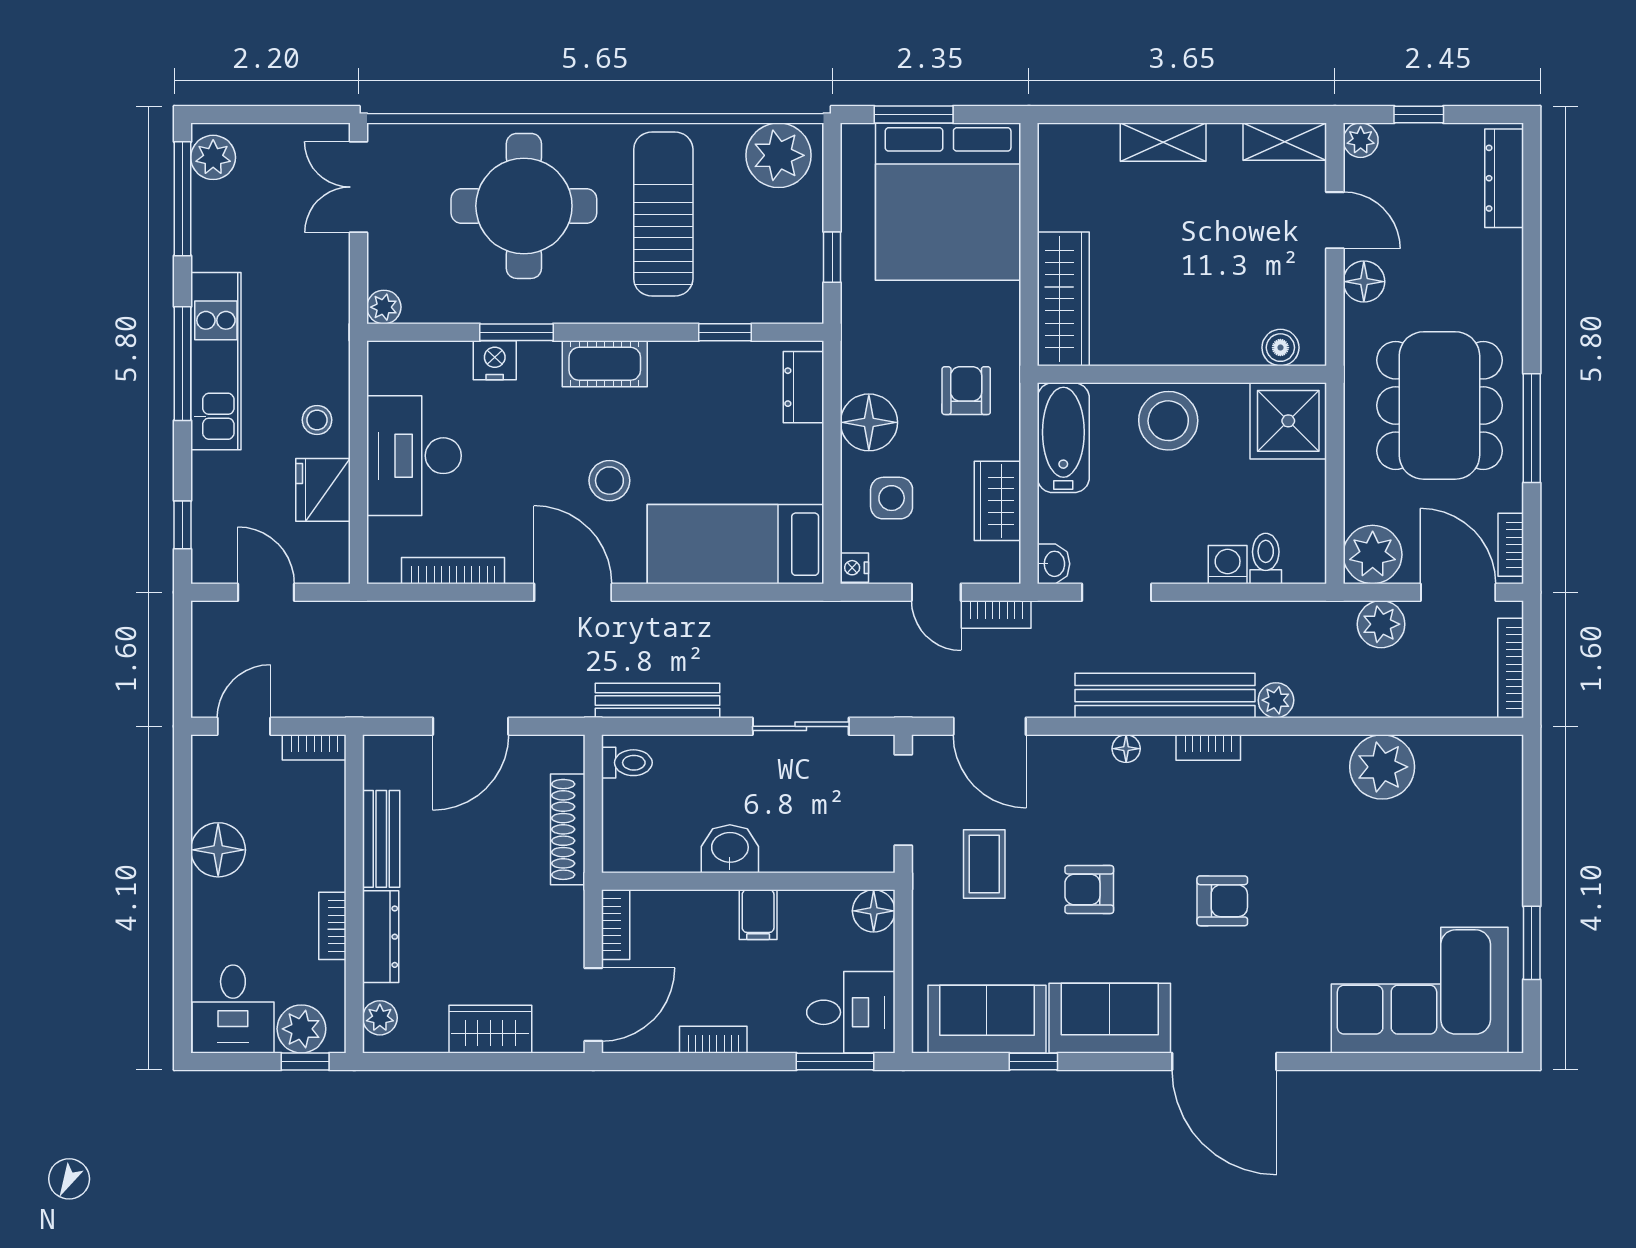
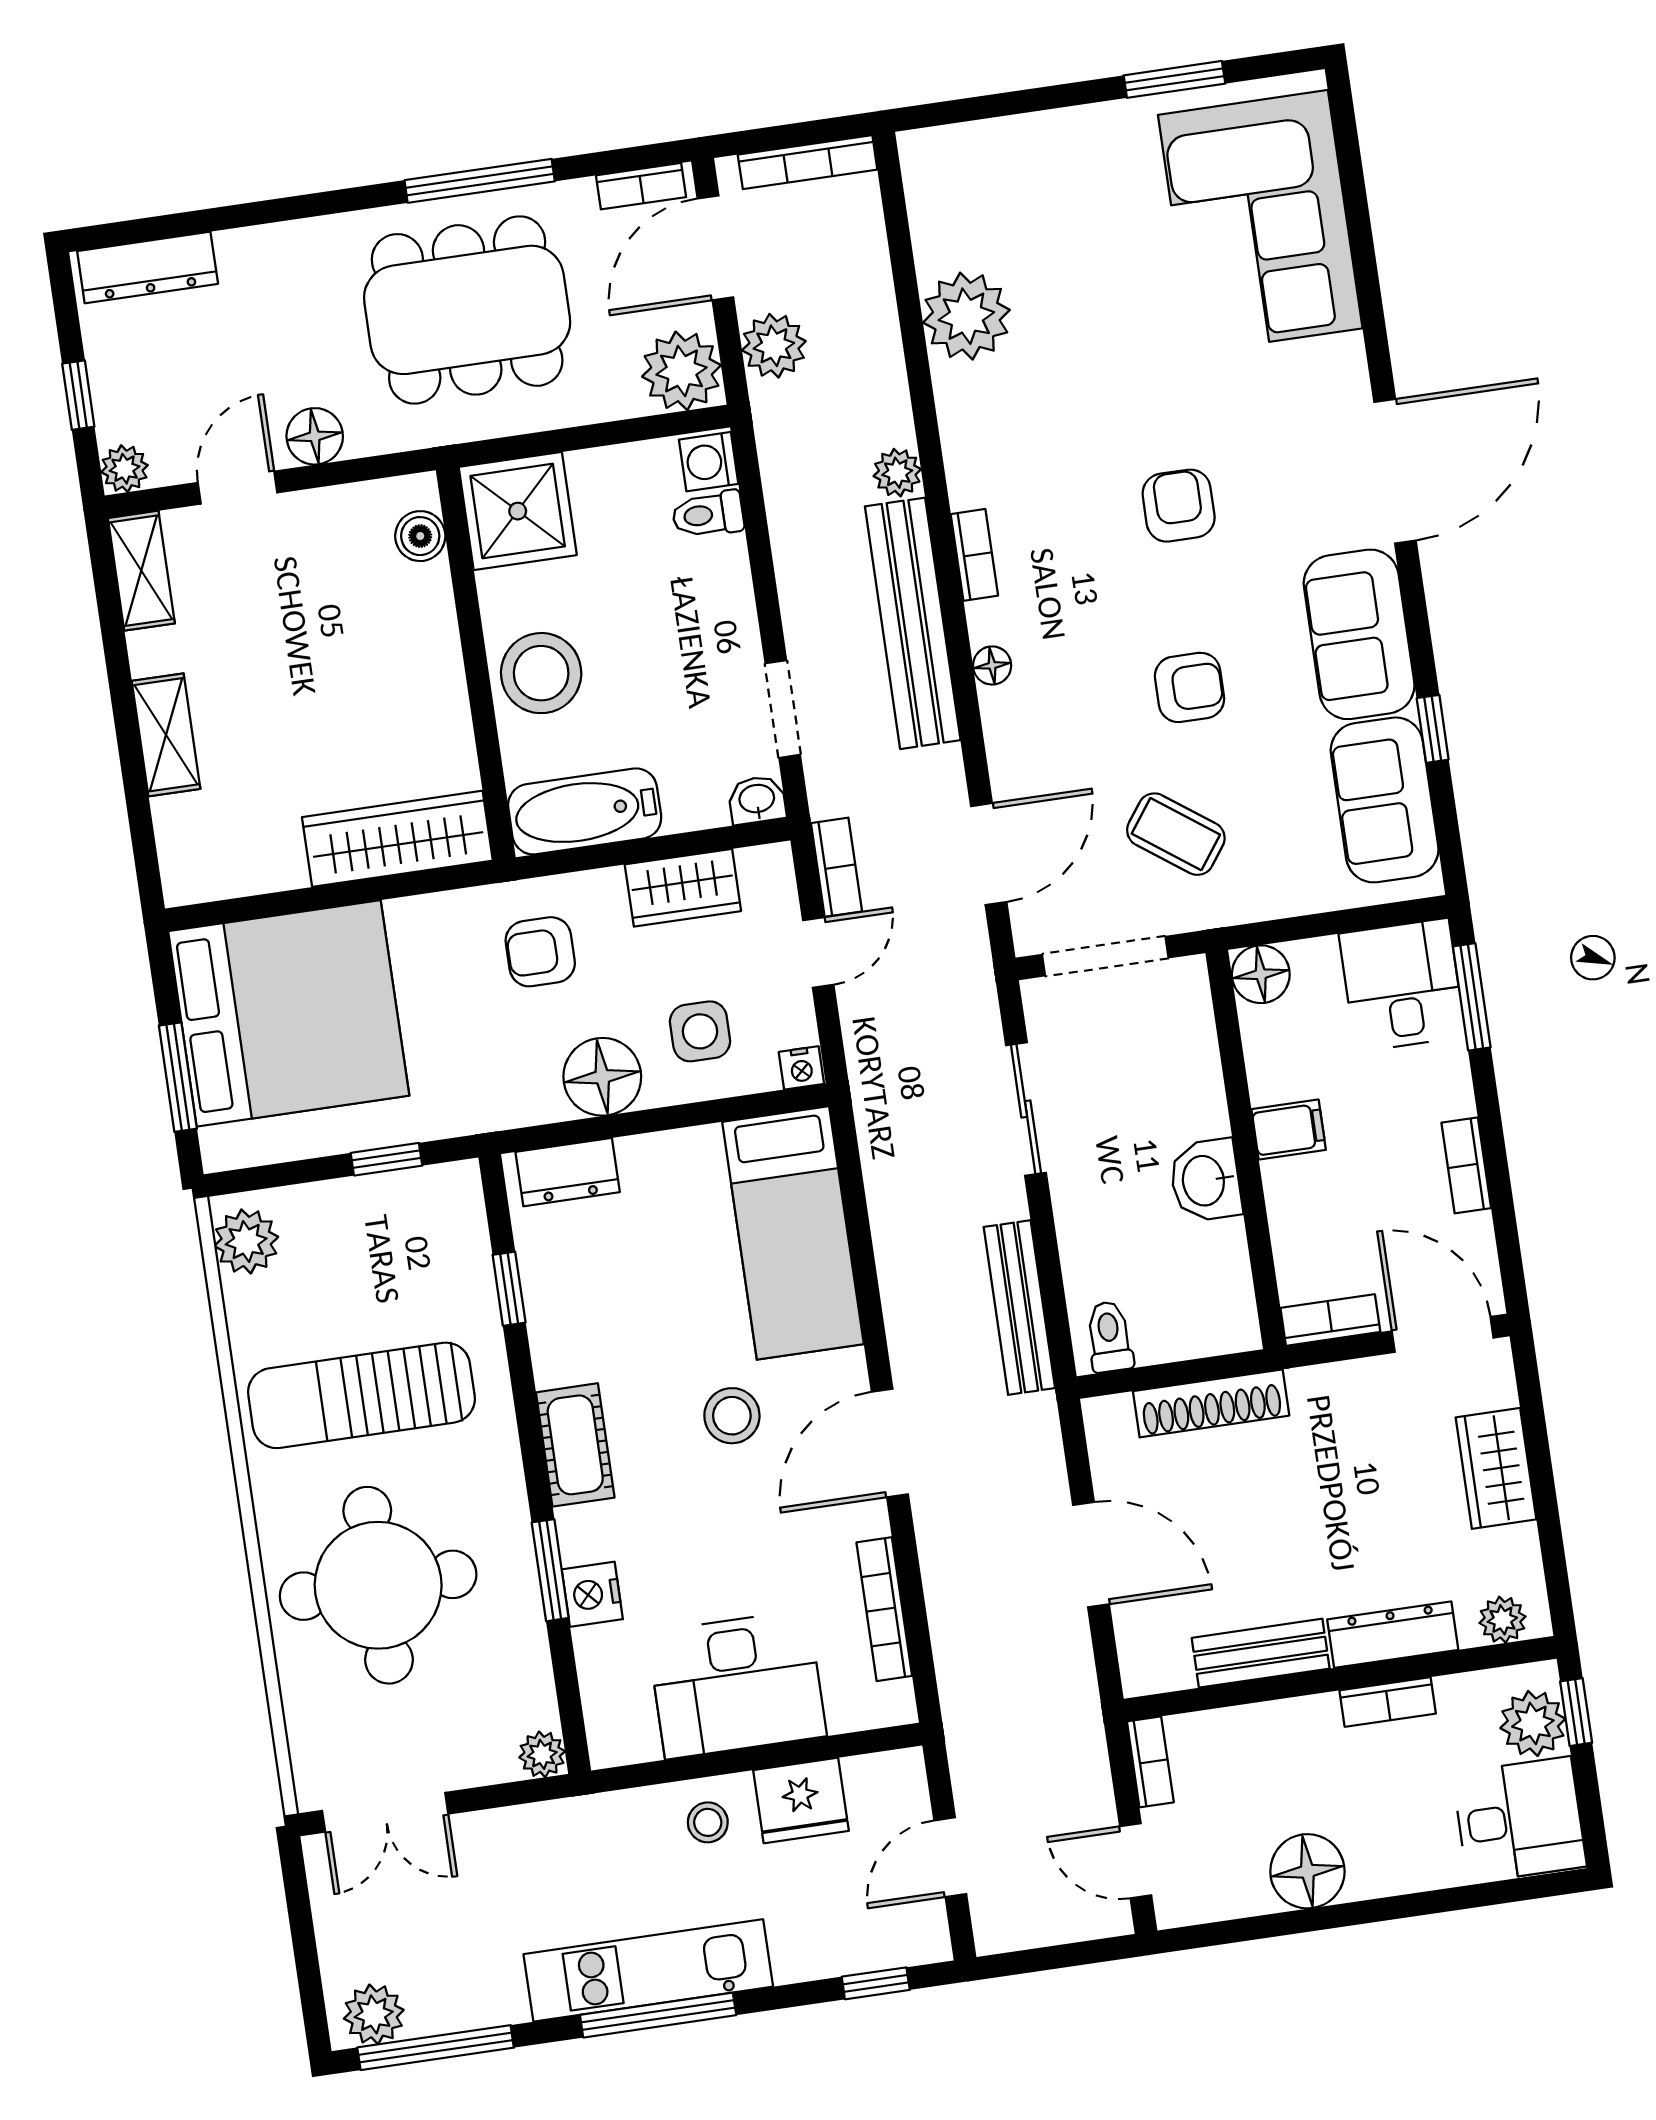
plant: (779, 155) -> (246, 1241), width x0.73, depth x0.73
washing machine: (1228, 565) -> (709, 462), moved
coffee table: (984, 864) -> (1176, 834), turned 36
armchair: (1089, 889) -> (1190, 687), turned -90

